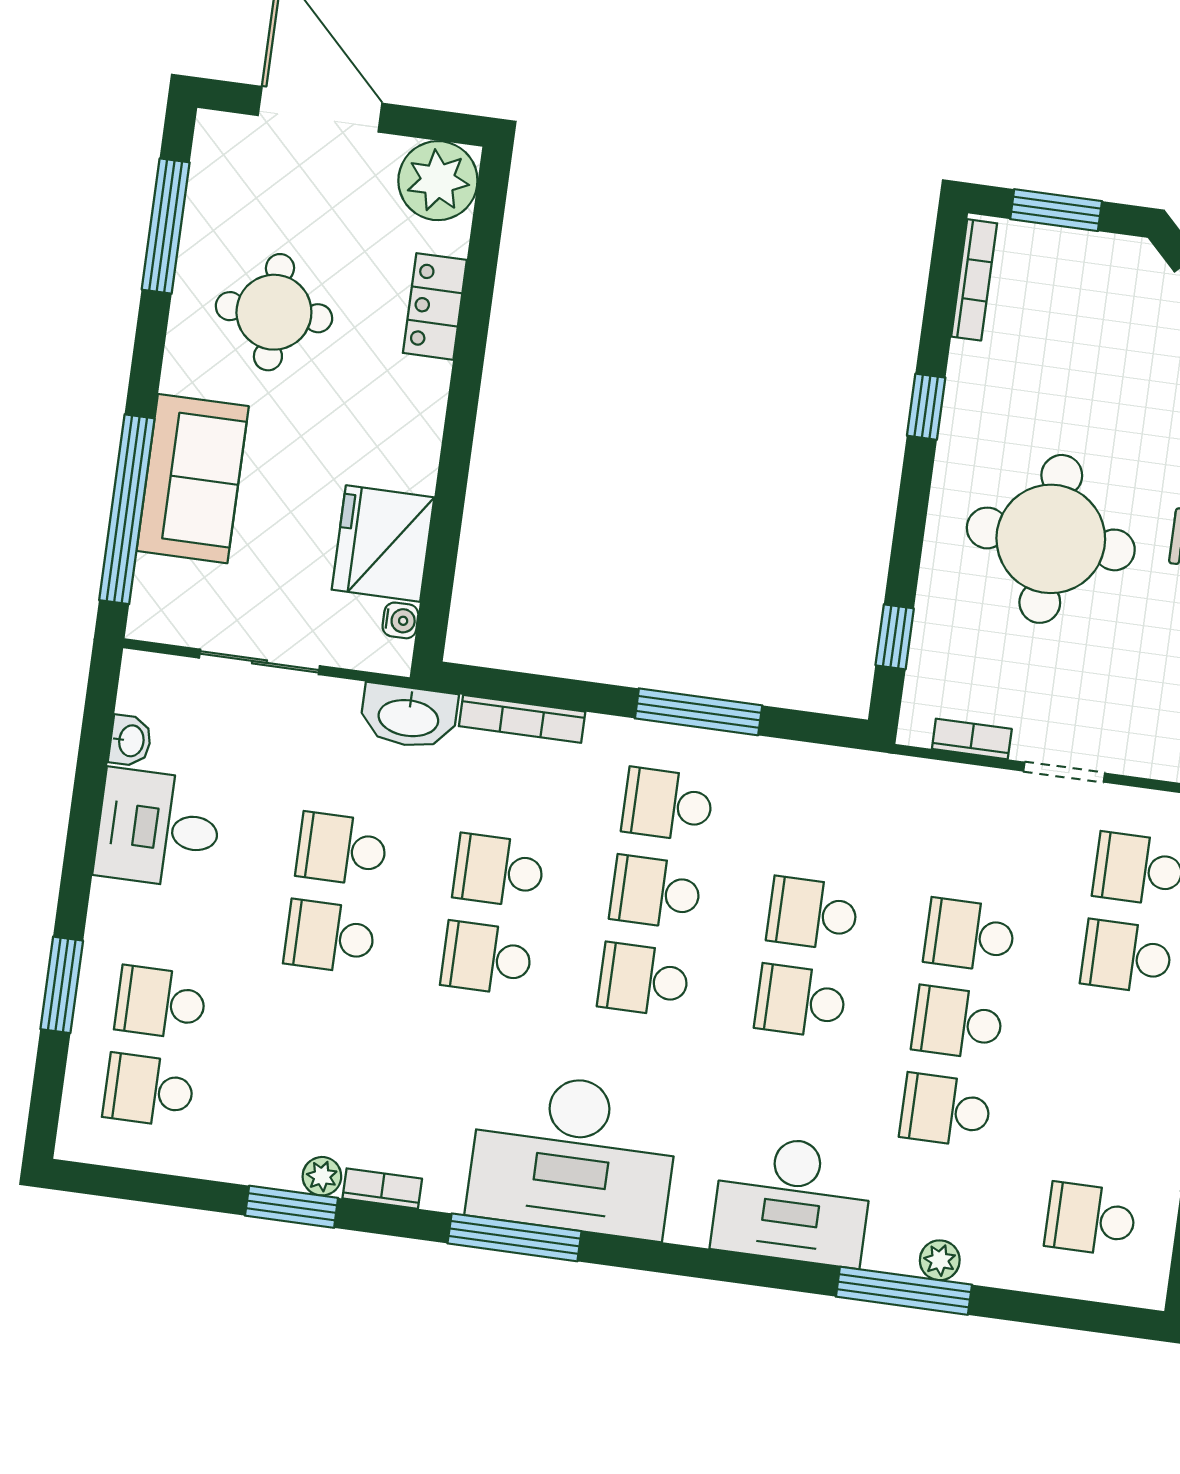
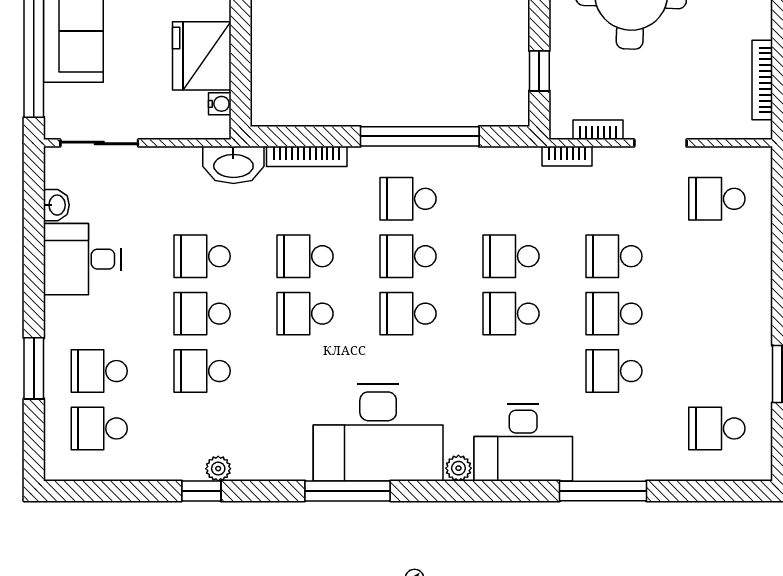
sliding door: (259, 662) -> (99, 143), moved
window: (699, 712) -> (420, 136), width x1.46
school desk: (1127, 957) -> (202, 371), moved
bookcase: (382, 1189) -> (567, 156), moved, turned 180
window: (292, 1207) -> (201, 491), width x0.67
plant: (940, 1260) -> (458, 468), moved

